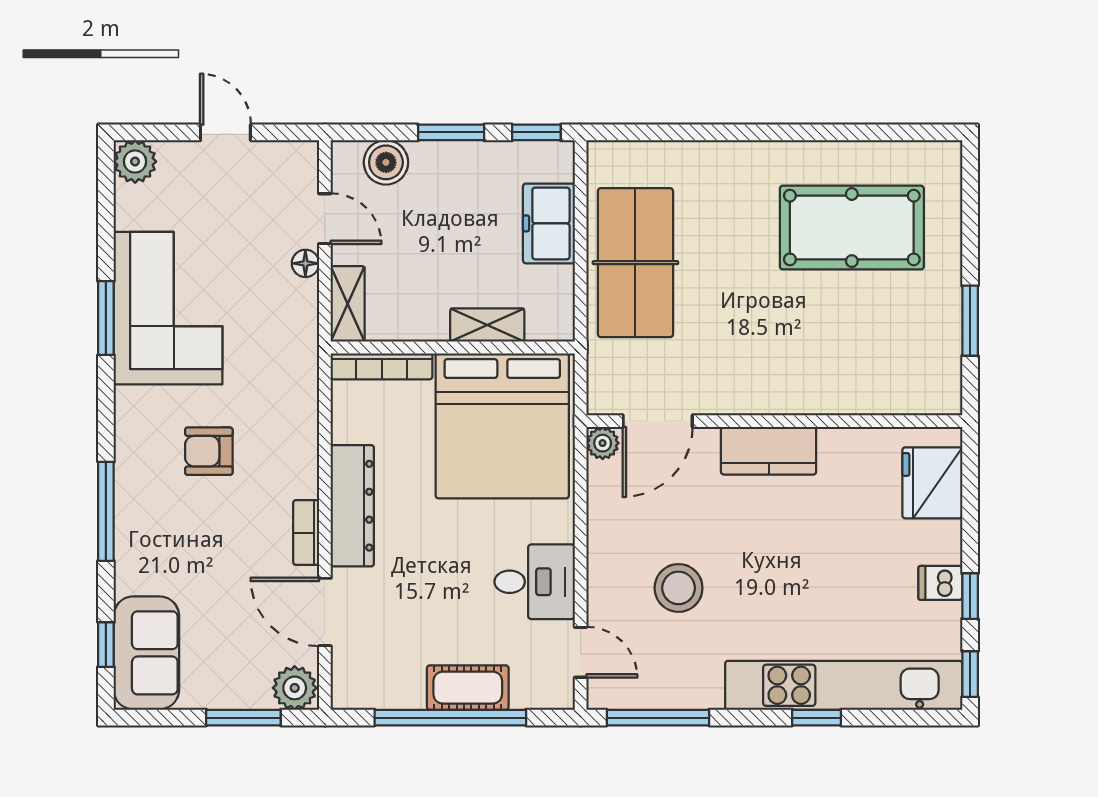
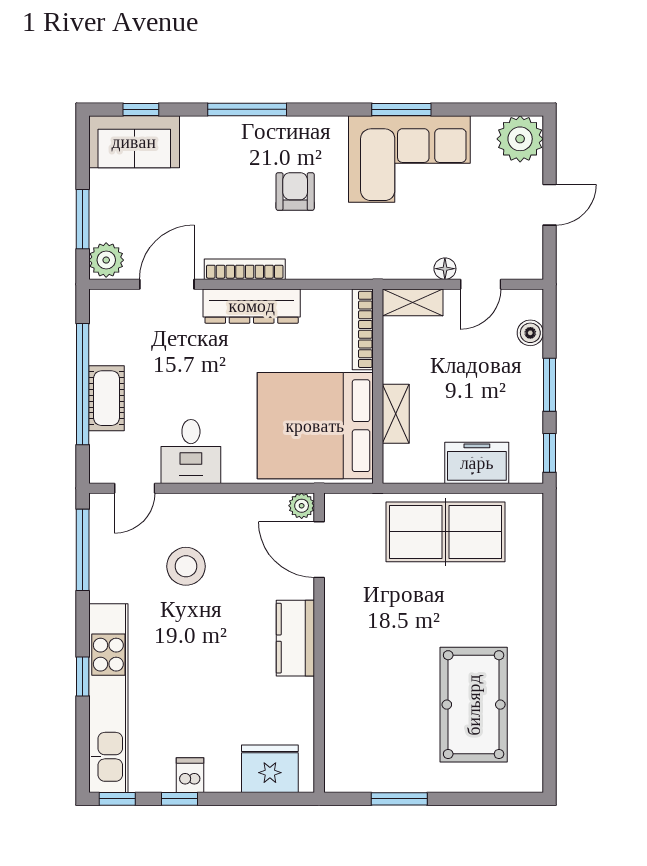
plant: (135, 161) -> (520, 139), width x1.36, depth x1.36
boiler: (386, 162) -> (530, 333), width x0.73, depth x0.73
bookcase: (306, 533) -> (245, 269), width x1.56

